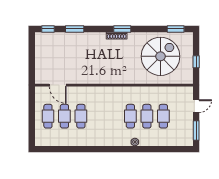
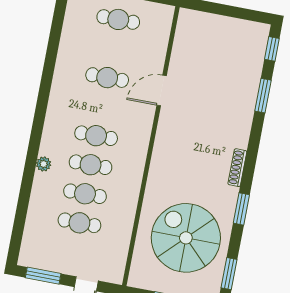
window: (122, 29) -> (241, 209), moved
spiral stairs: (161, 56) -> (186, 238), turned 180
door: (58, 85) -> (162, 90), moved
cafe table: (64, 116) -> (96, 136), moved

